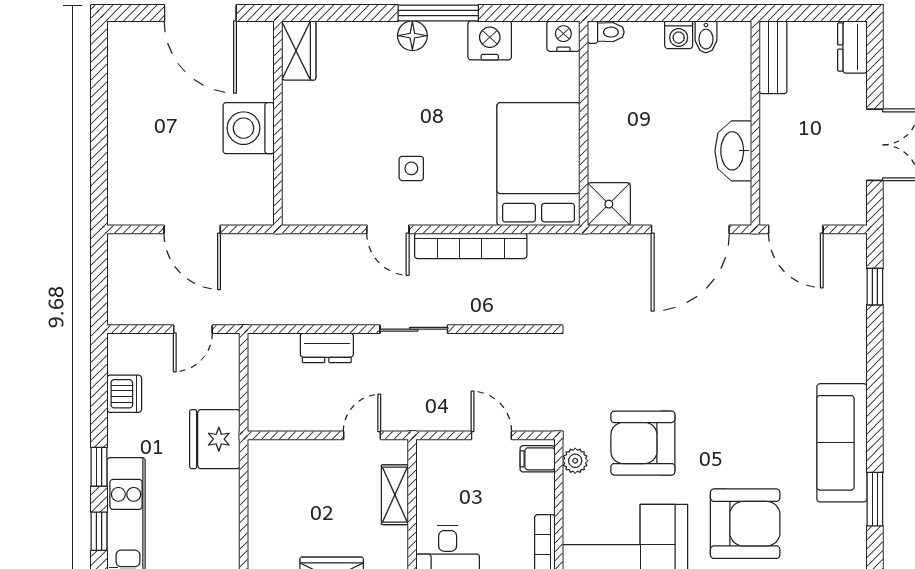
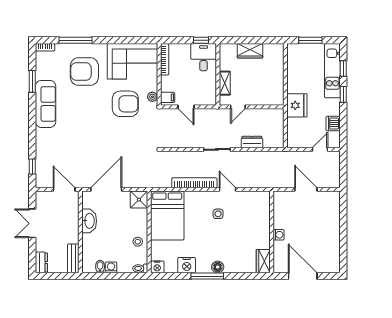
stool: (612, 99) -> (138, 242), added
washing machine: (249, 128) -> (278, 235), width x0.53, depth x0.53
door: (193, 329) -> (320, 149), moved

